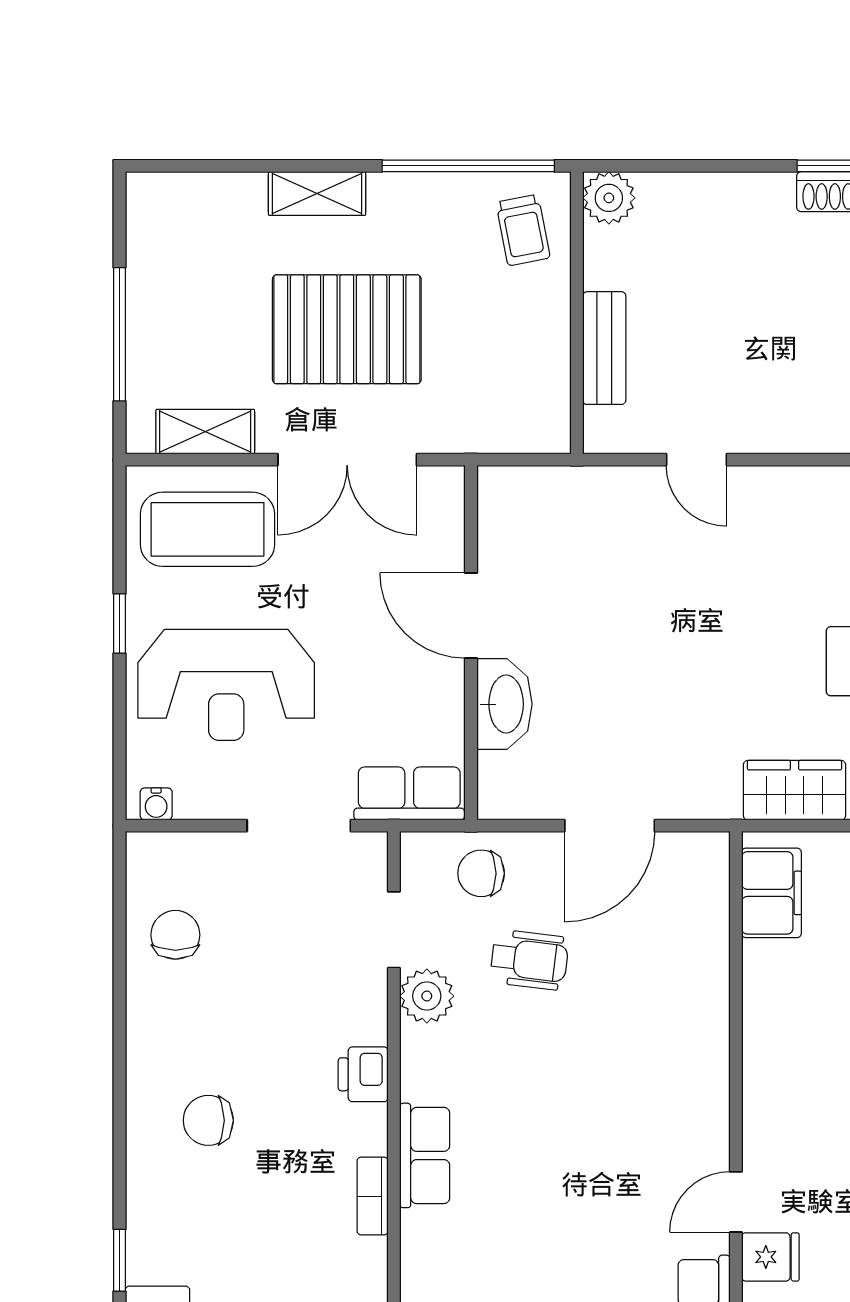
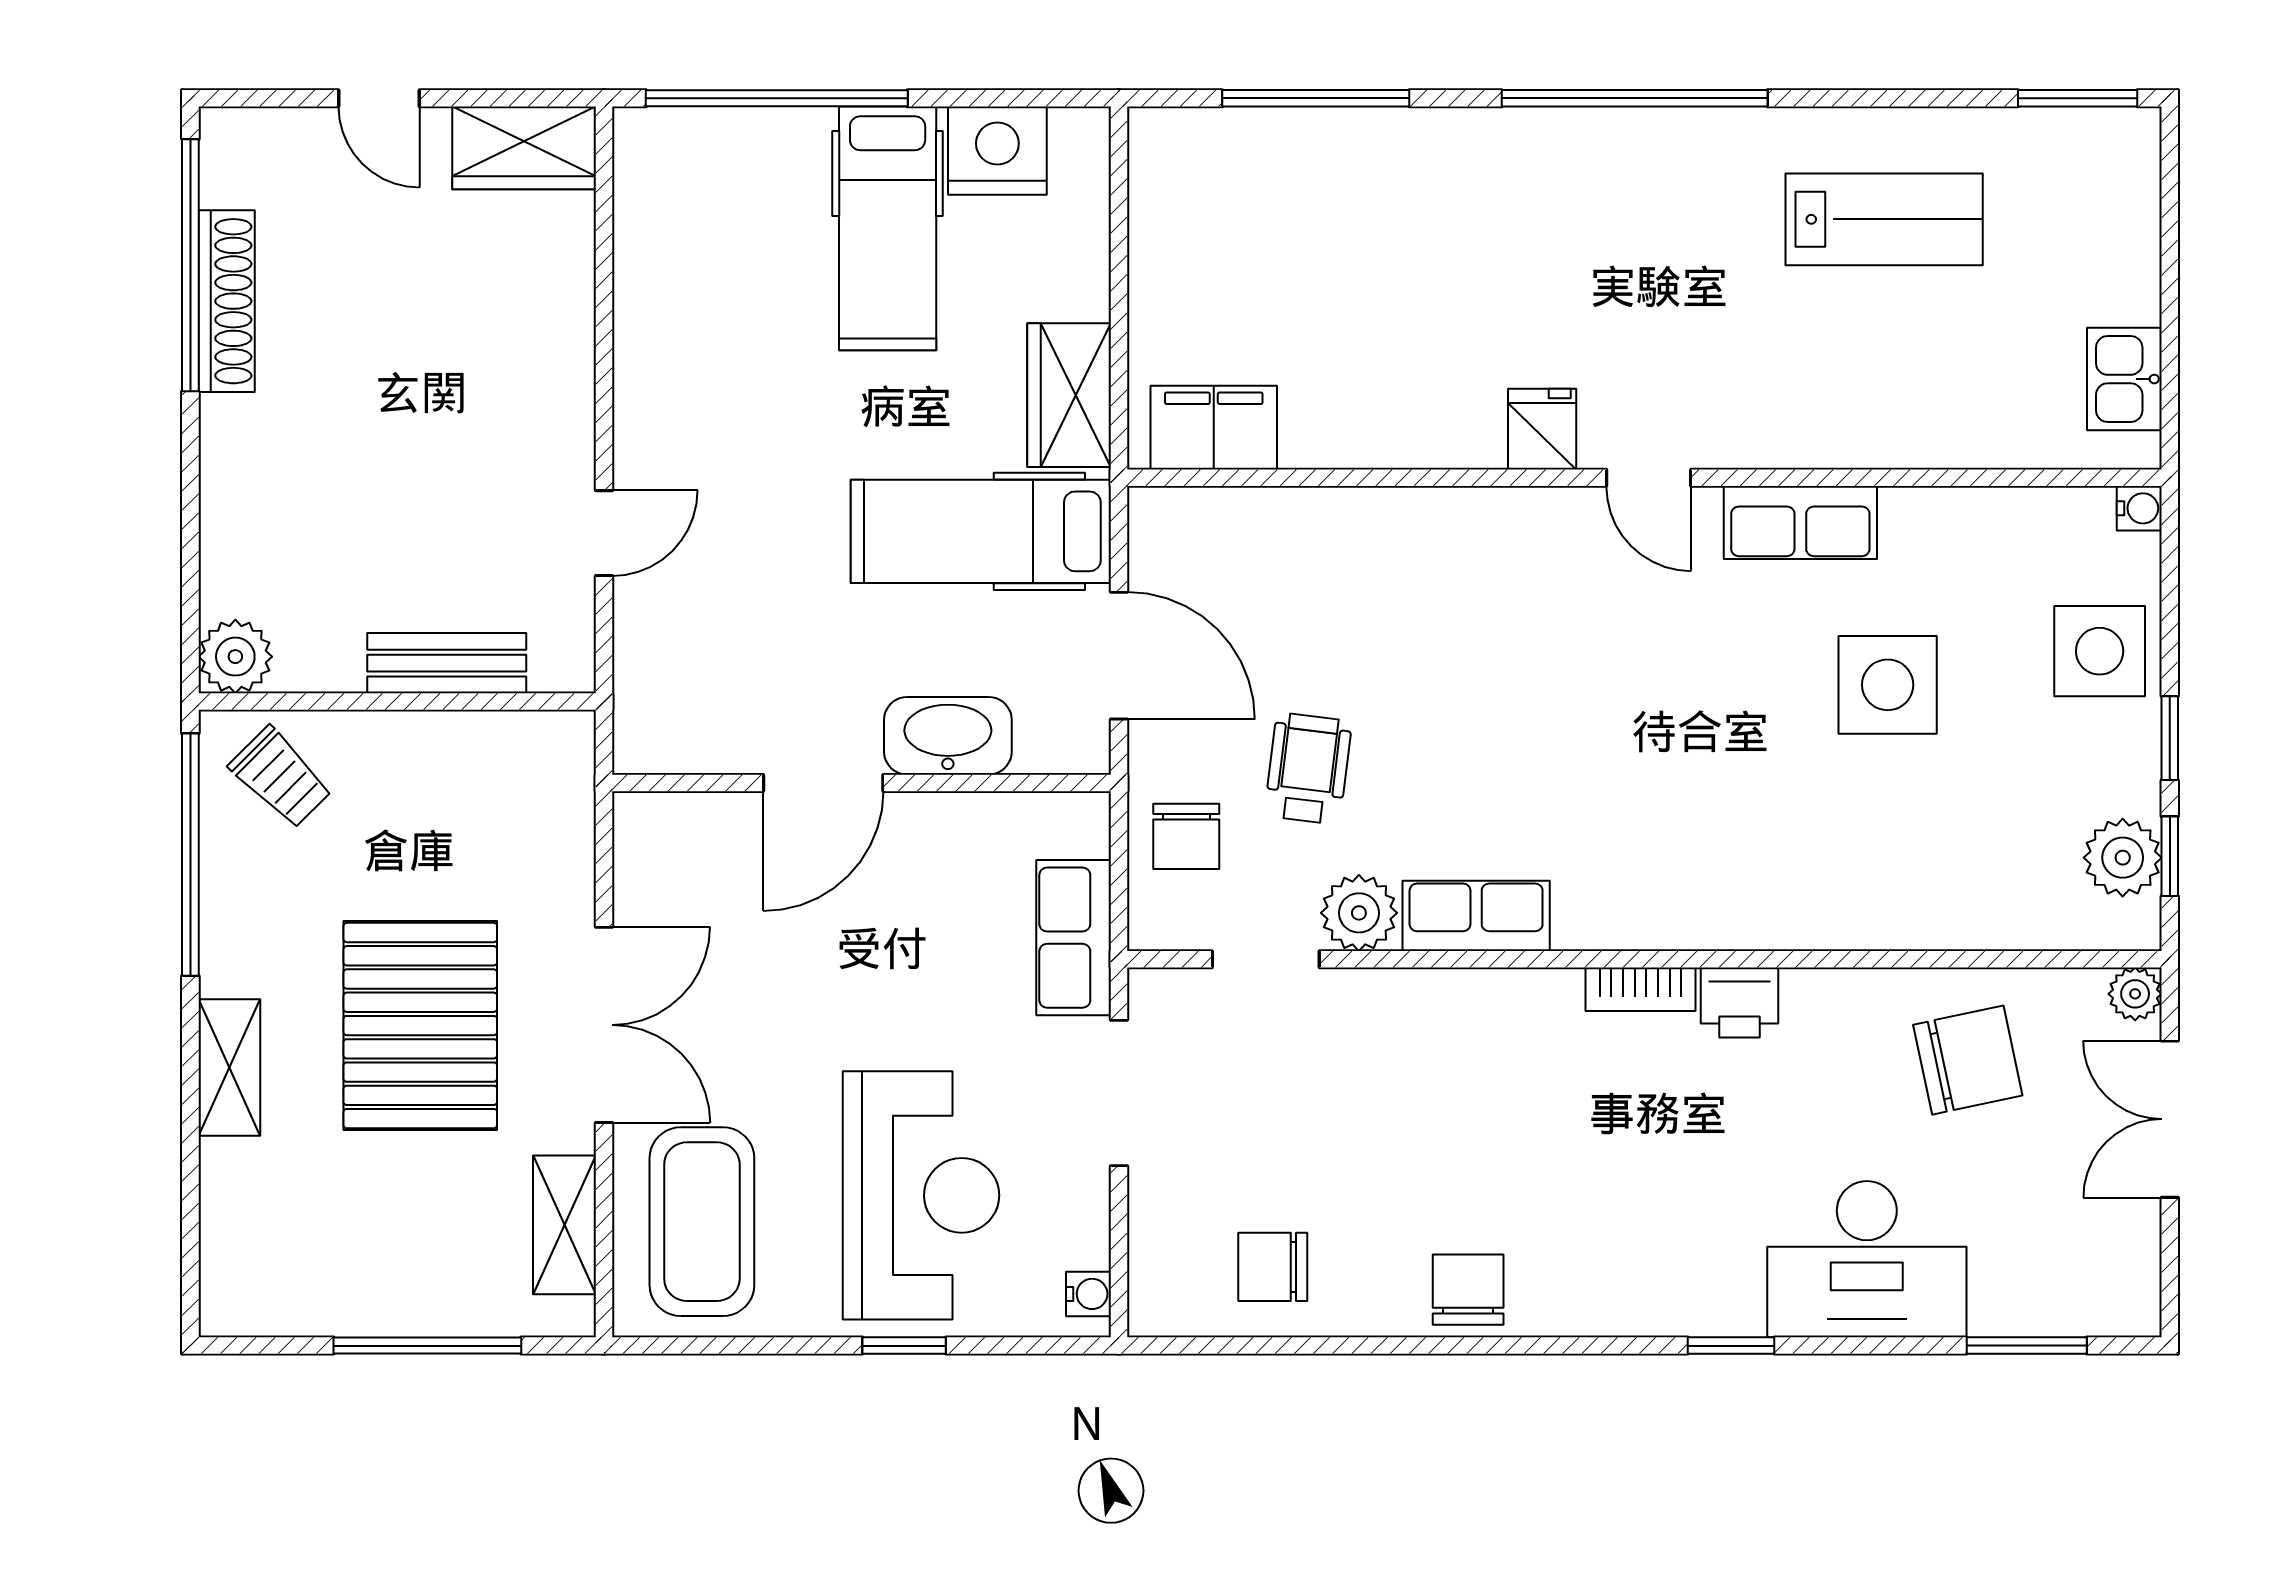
trolley: (523, 230) -> (281, 777), turned 56
door: (471, 615) -> (823, 783), moved
window: (119, 623) -> (904, 1346), moved
wall: (471, 643) -> (861, 783), moved
washbasin: (504, 704) -> (948, 736), moved
hospital bed: (698, 727) -> (981, 531), added
printer: (363, 1074) -> (1739, 1002), moved
chair: (208, 1120) -> (1468, 1290), moved, turned 180
row of seats: (425, 1155) -> (1476, 916), moved
fridge: (770, 1257) -> (1542, 429), moved

